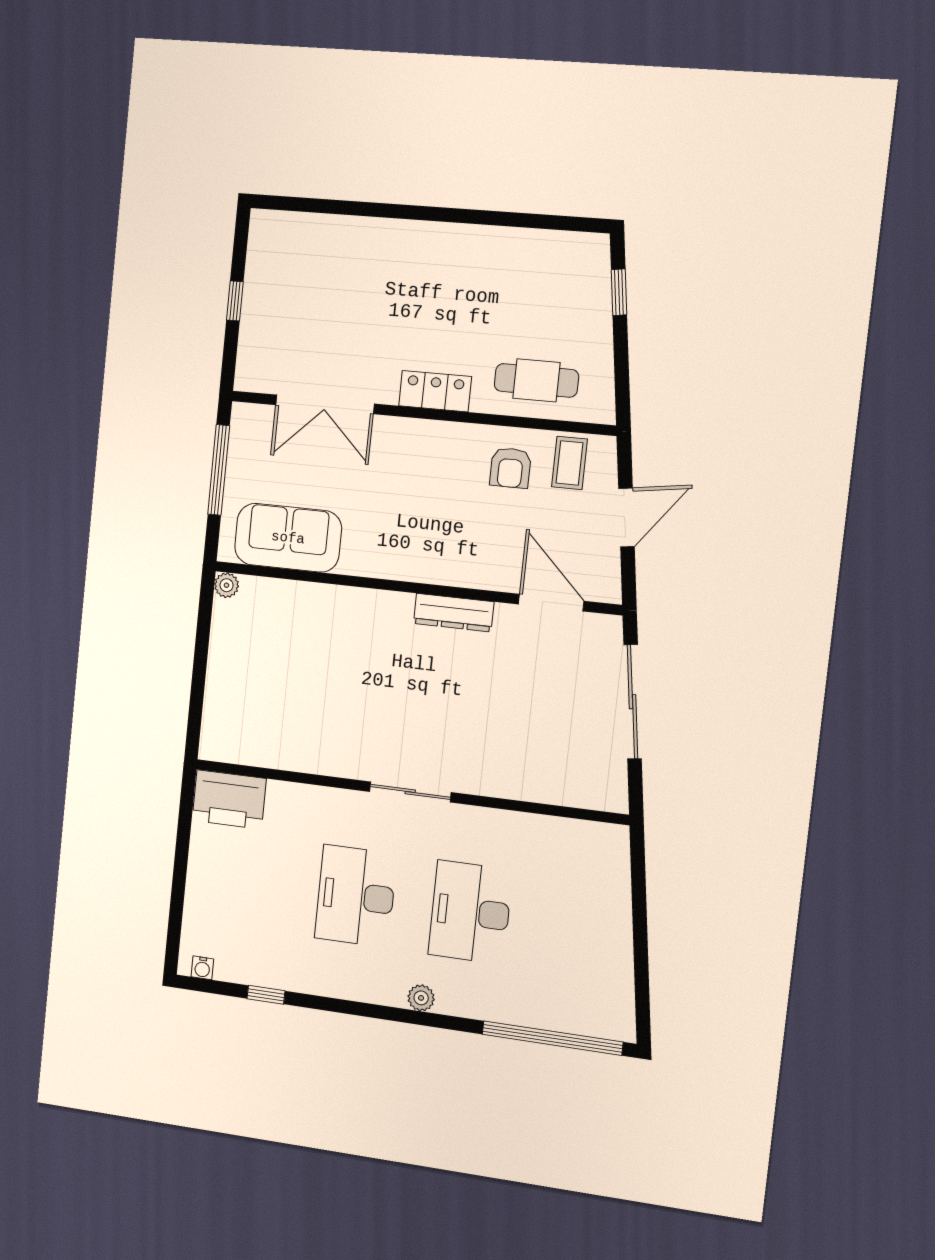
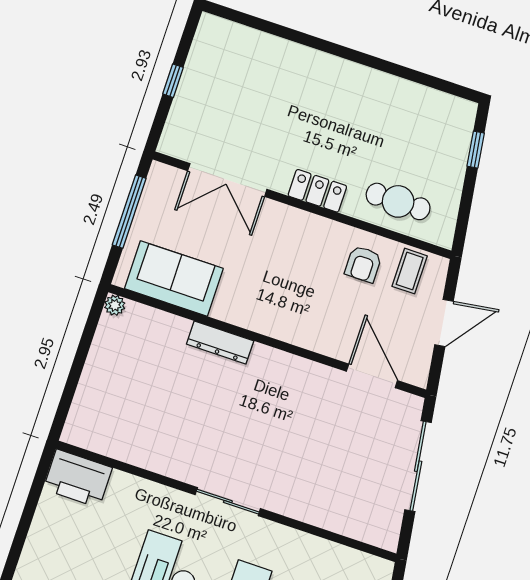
dresser: (454, 613) -> (220, 342), moved

